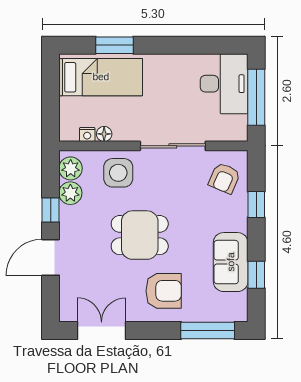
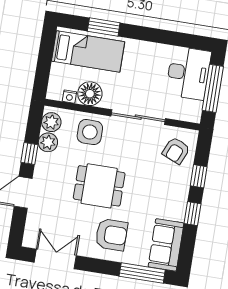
floor lamp: (104, 134) -> (90, 94), width x1.89, depth x1.89
sofa: (231, 262) -> (166, 245), moved
window: (256, 275) -> (193, 214), moved

